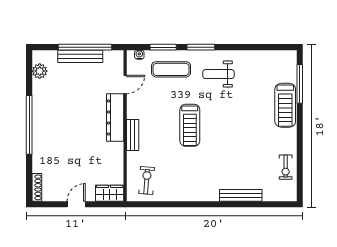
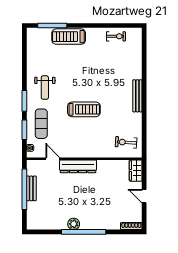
bench: (80, 56) -> (31, 188), width x0.73
plant: (40, 71) -> (74, 224), moved
treadmill: (285, 105) -> (69, 37), turned 180
bench: (133, 135) -> (91, 153), removed
bench: (241, 195) -> (137, 96), moved

